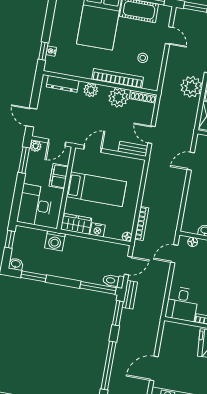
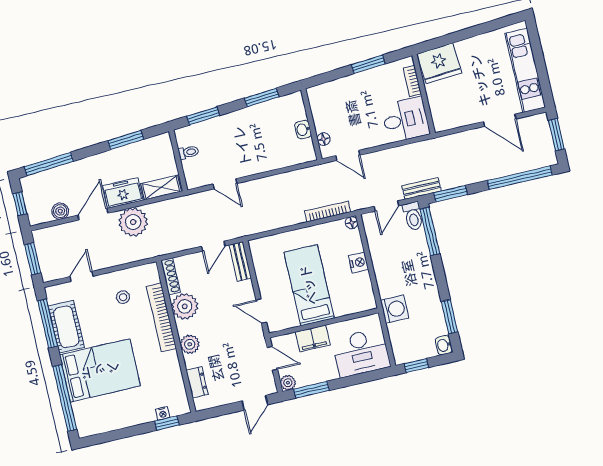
dresser: (63, 84) -> (197, 382), width x0.70
wardrobe: (76, 224) -> (362, 292), removed
door: (128, 266) -> (386, 206), swing flipped

